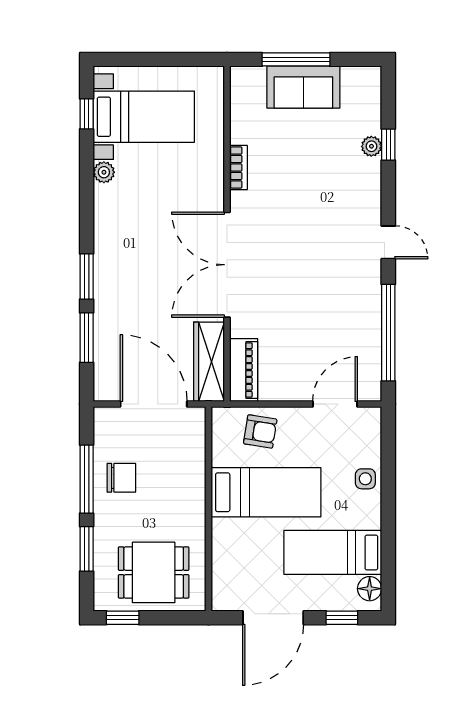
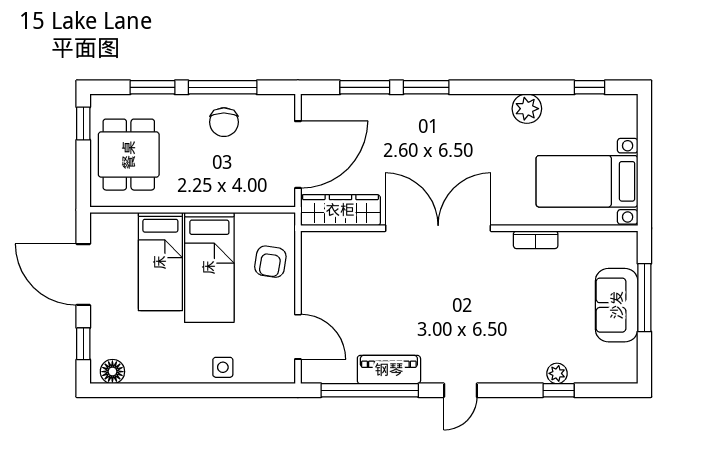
bed with nightstands: (144, 117) -> (587, 181), moved, turned 90
plant: (104, 172) -> (527, 109), width x1.38, depth x1.38
piano: (244, 370) -> (389, 370), moved, turned 180
bed: (333, 552) -> (160, 262), moved, turned 180

